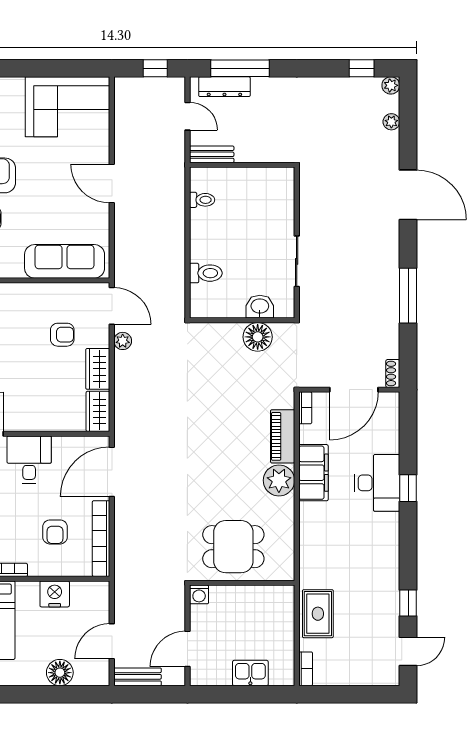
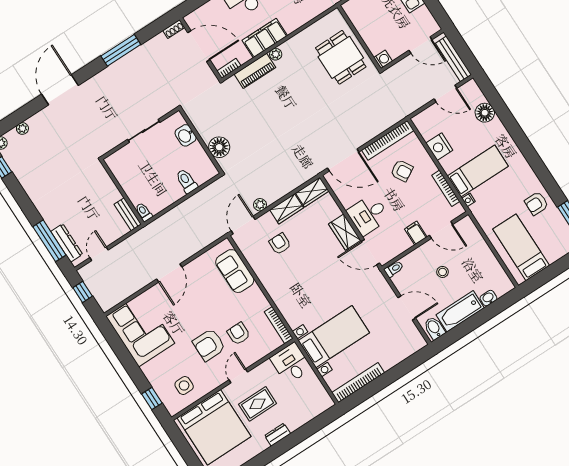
bench: (212, 154) -> (128, 214), moved
wall: (242, 165) -> (122, 192), moved
sofa: (65, 261) -> (235, 271), width x0.73
floor lamp: (258, 337) -> (219, 147), moved
wardrobe: (27, 419) -> (345, 232), added
plant: (279, 480) -> (276, 54), width x0.53, depth x0.53
armchair: (55, 532) -> (402, 171), turned 60
bench: (138, 677) -> (453, 59), width x1.36

